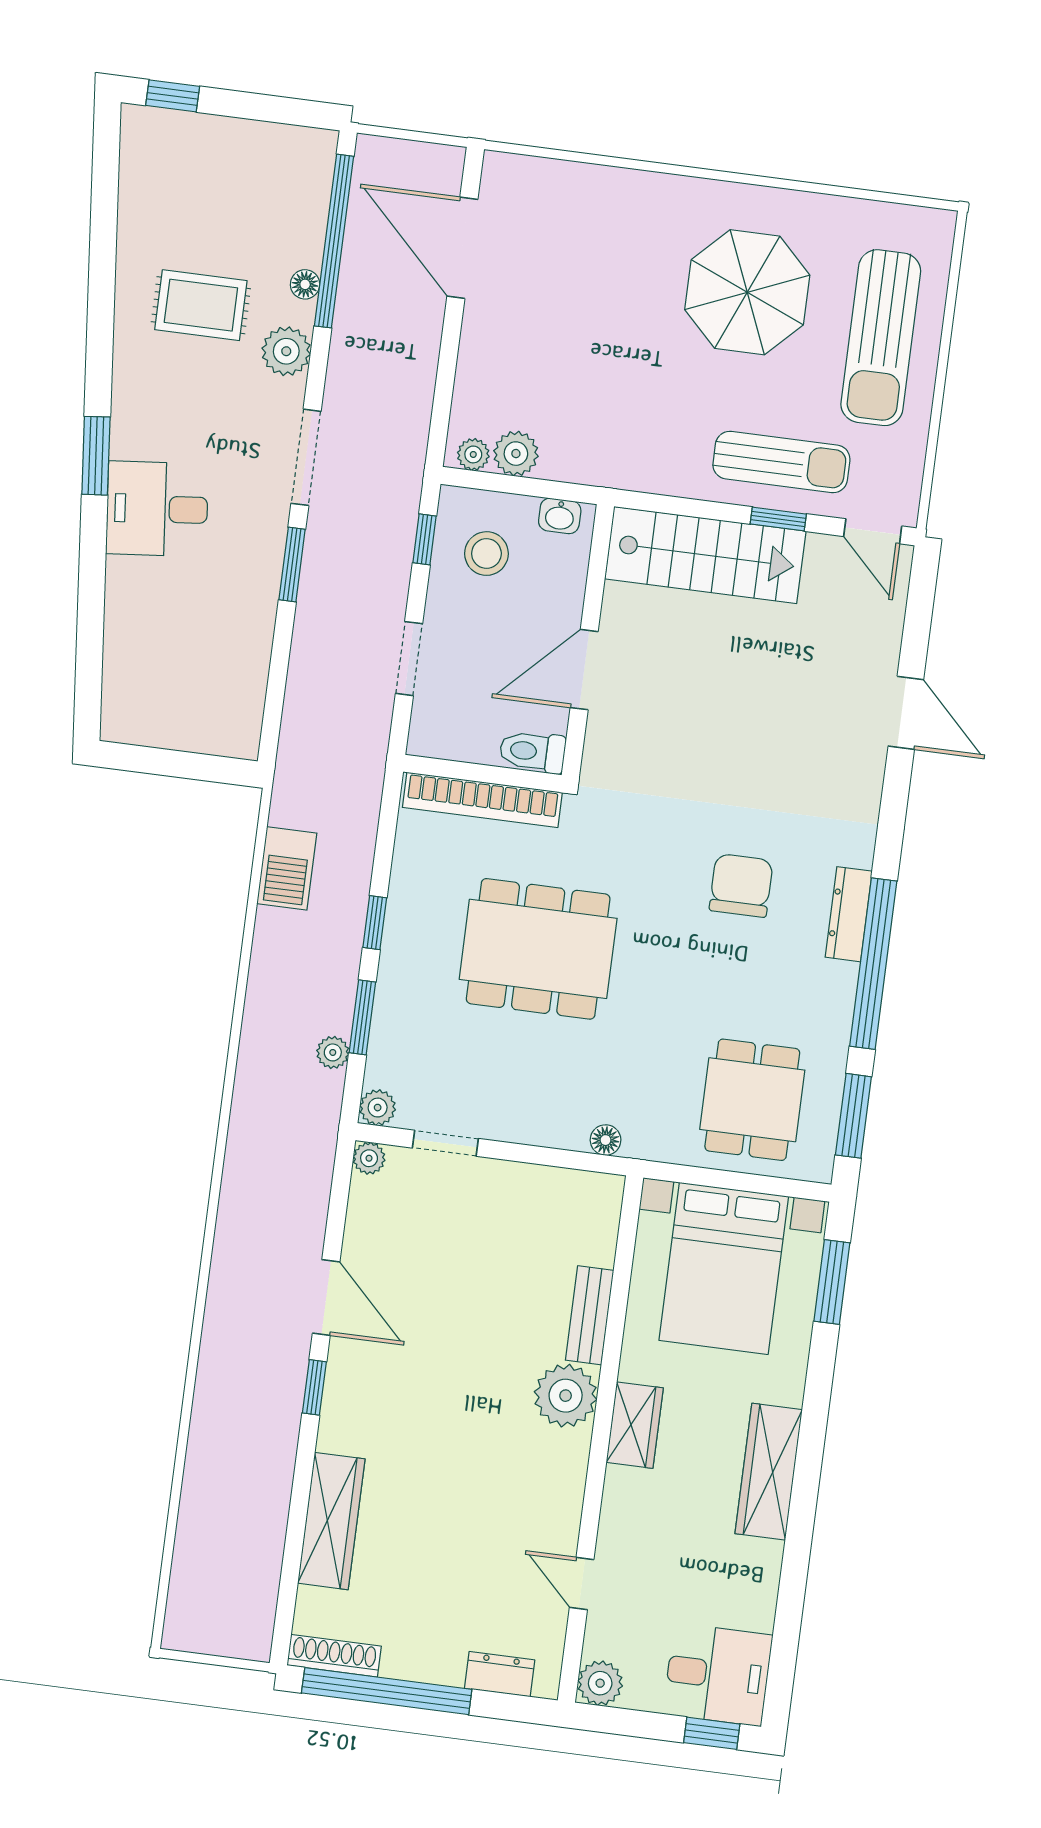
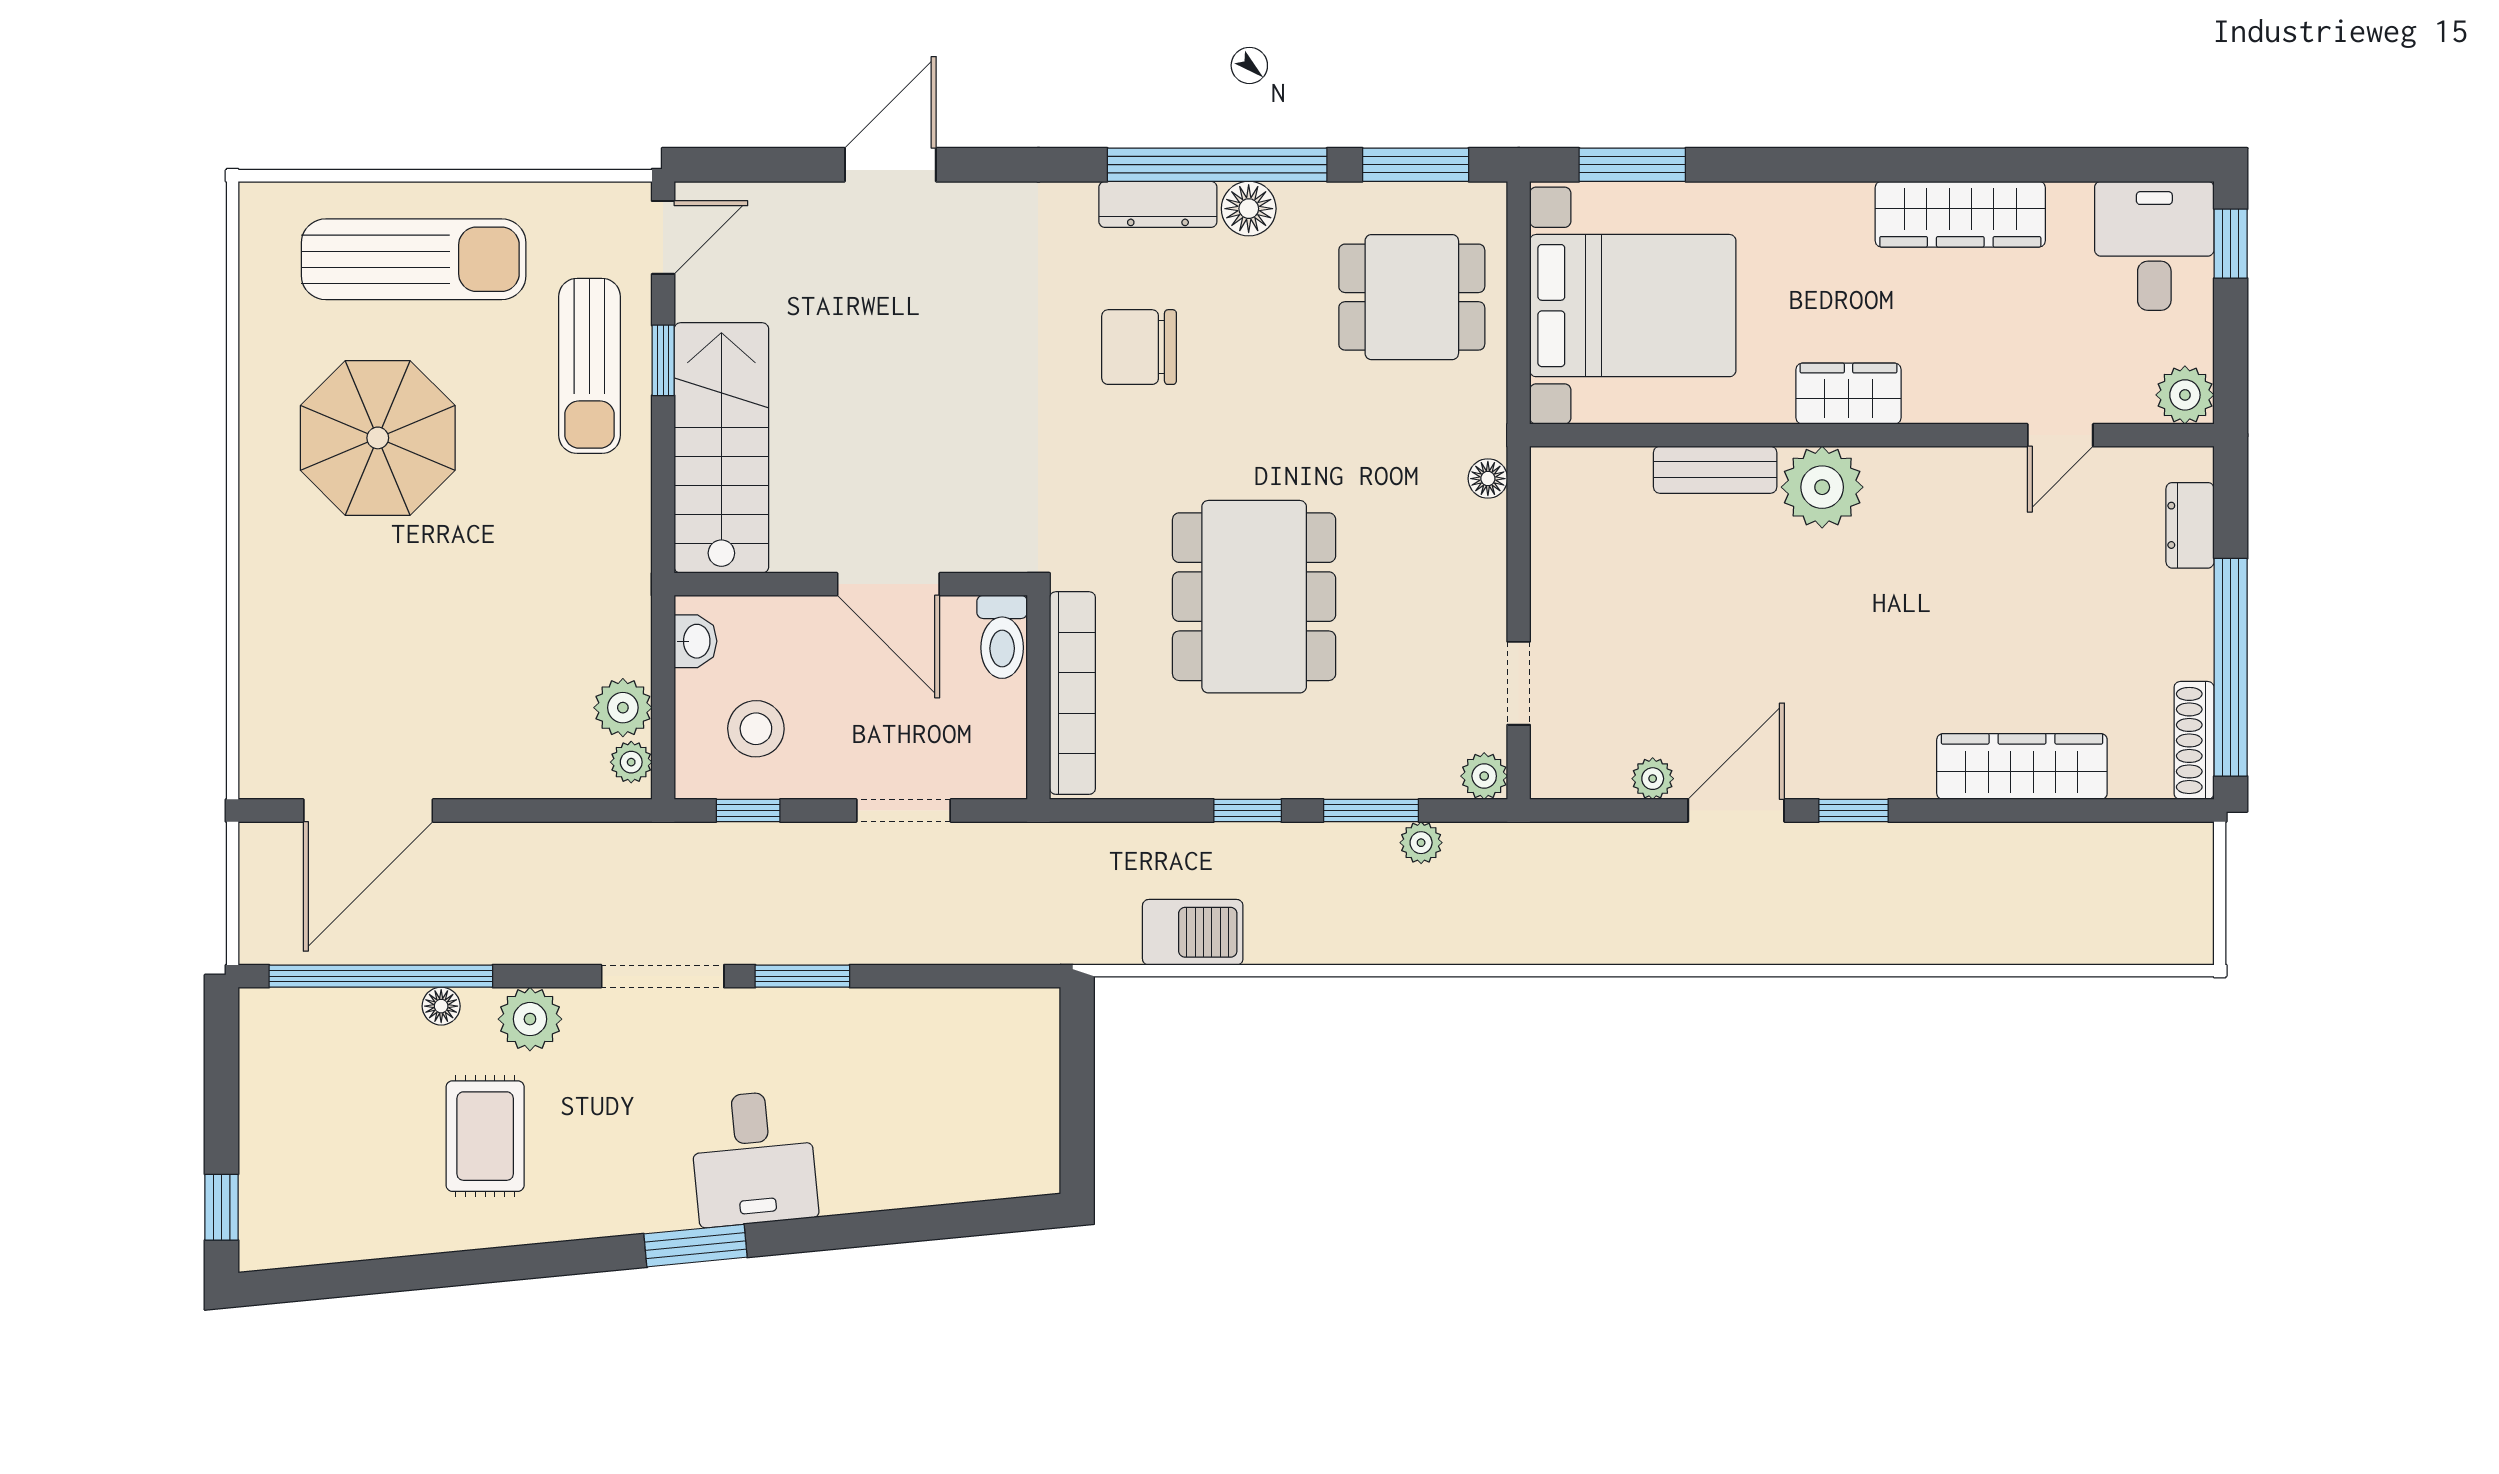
sun lounger: (781, 462) -> (589, 366), turned 180
floor lamp: (836, 983) -> (1249, 209), added
plant: (369, 1158) -> (1653, 779), moved
wardrobe: (769, 1472) -> (1960, 214), moved

